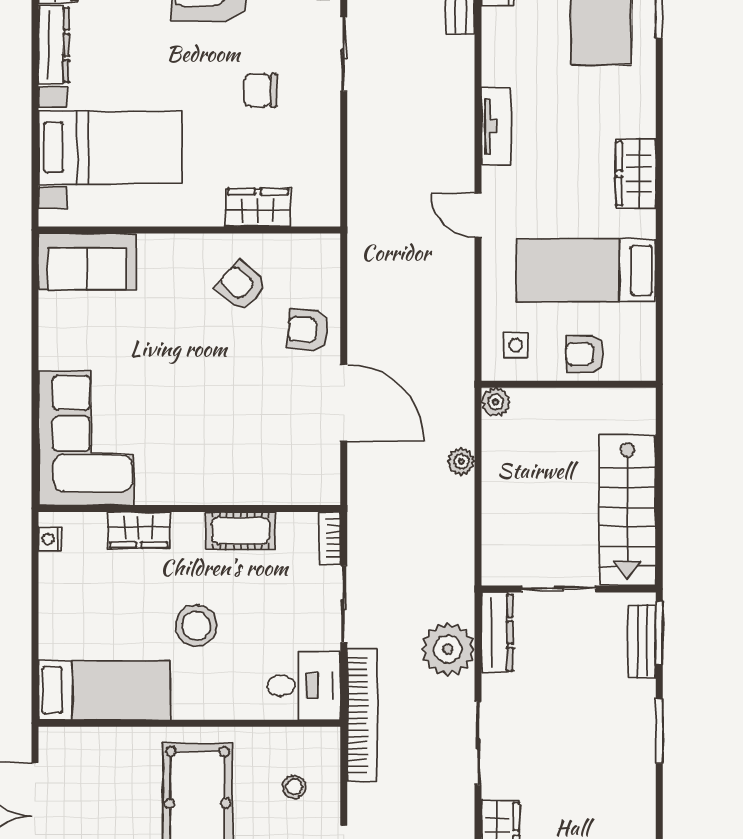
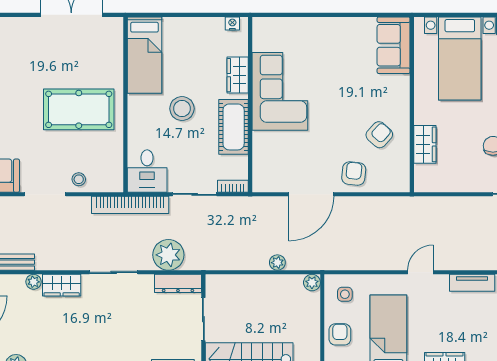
corner sofa: (86, 438) -> (280, 91), moved, turned -90
cot: (241, 531) -> (234, 127), width x1.37, depth x1.34
stool: (294, 787) -> (79, 179), moved

